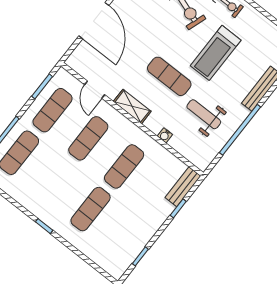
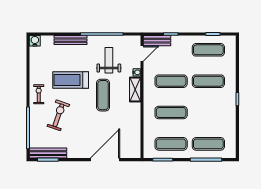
treadmill: (216, 53) -> (71, 80), turned 180
door: (95, 90) -> (142, 54), moved
shelving: (132, 106) -> (135, 89), moved
weight bench: (204, 114) -> (109, 60), turned 180
exercise mat: (126, 237) -> (208, 50), added

